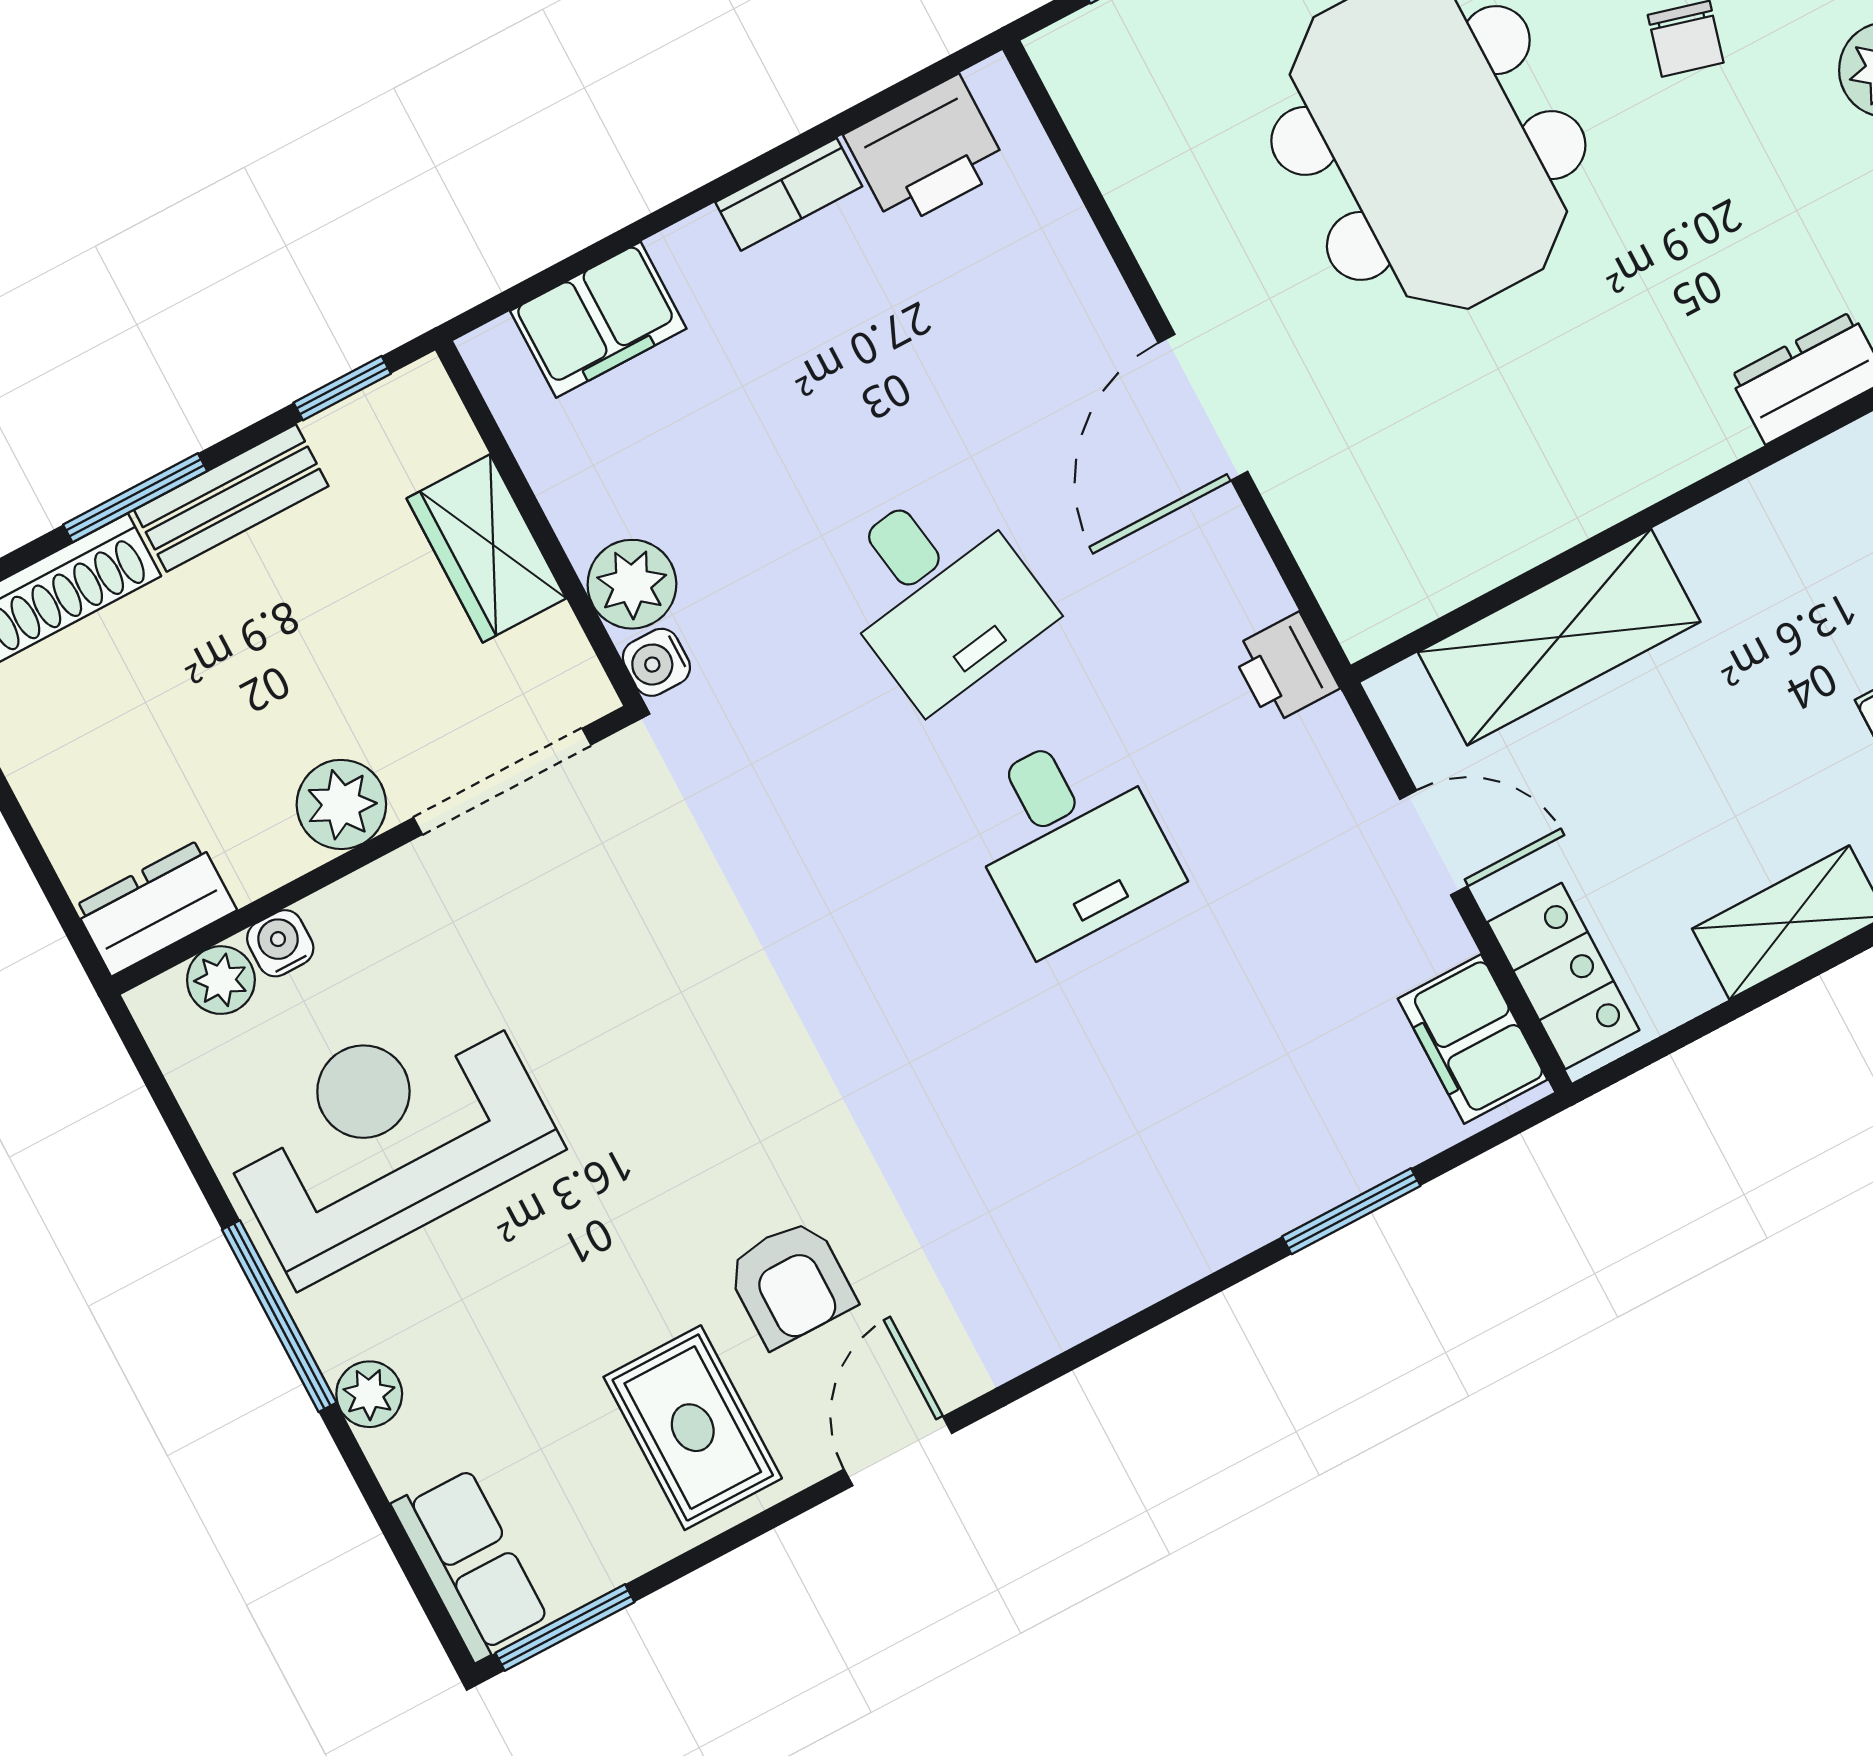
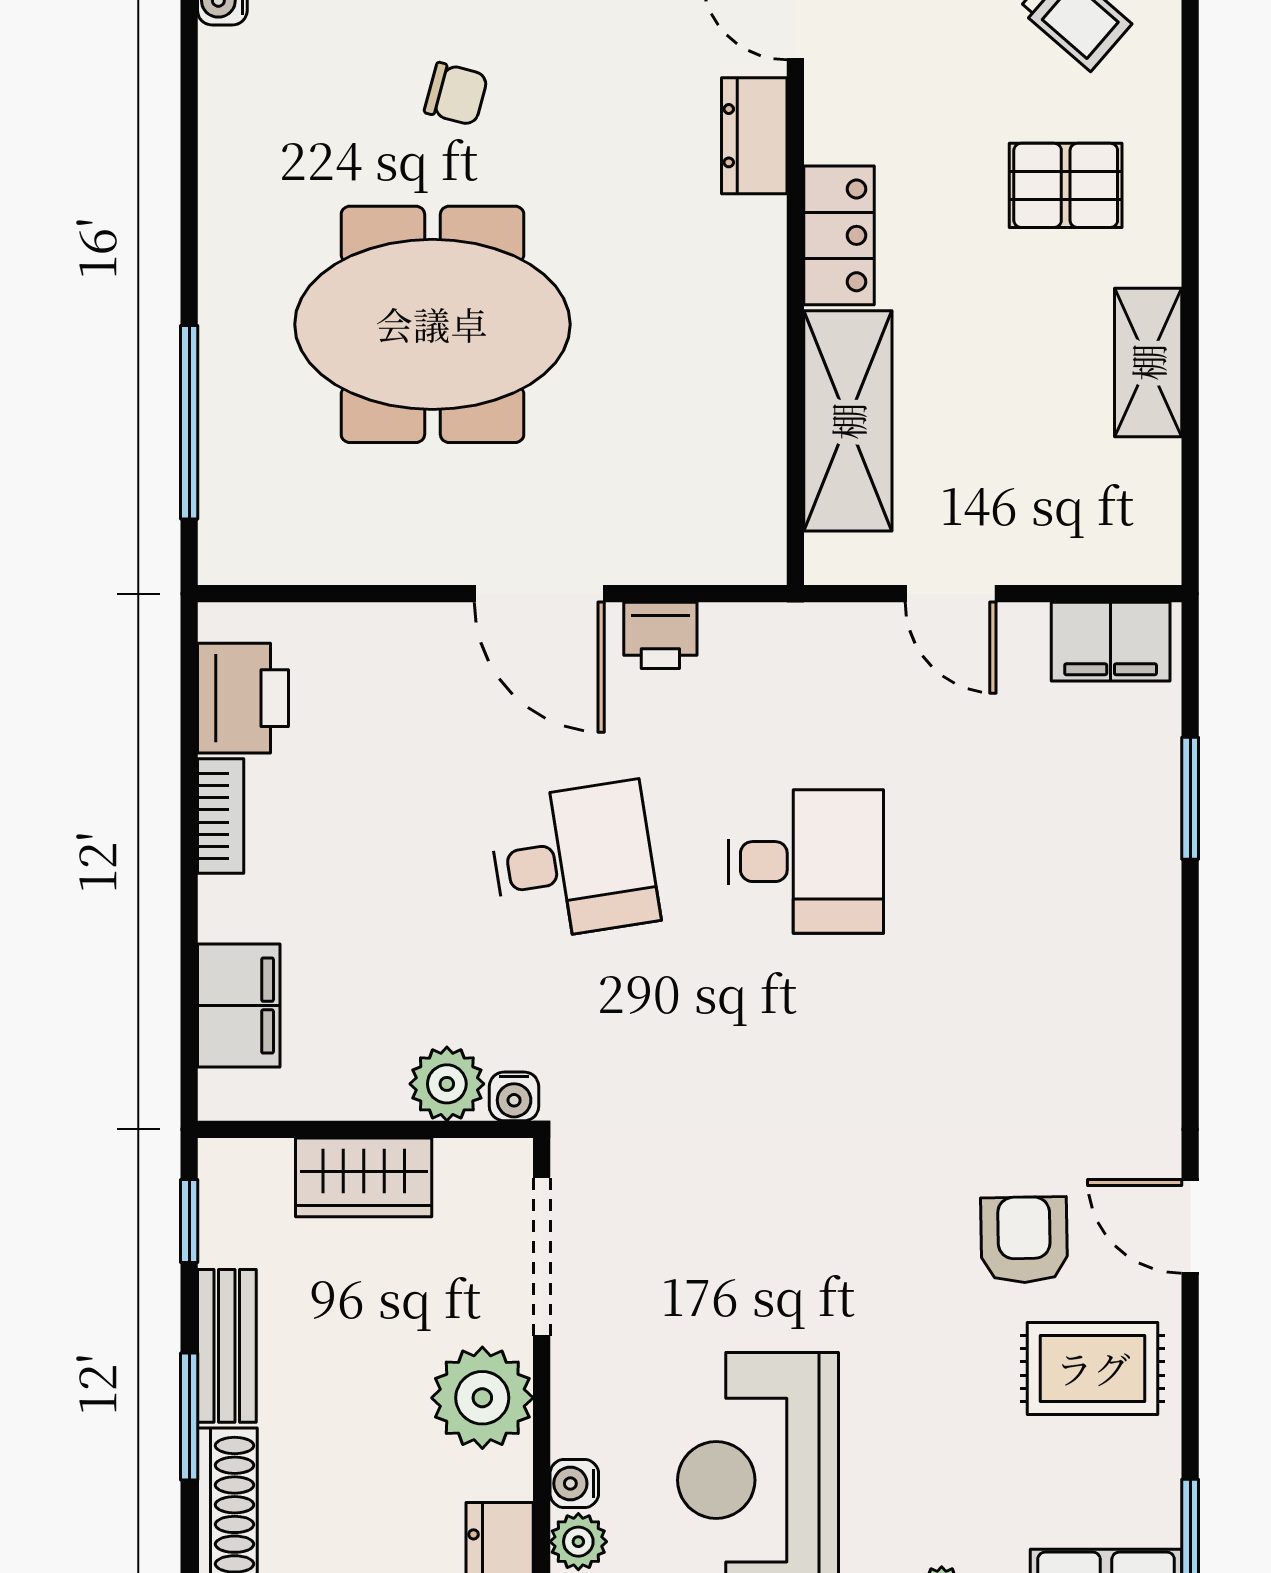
printer: (1285, 668) -> (660, 635), moved
plant: (341, 804) -> (482, 1398), width x1.36, depth x1.36
door: (1434, 843) -> (951, 594), swing flipped
locker: (1563, 976) -> (839, 235), moved, turned 90
armchair: (791, 1283) -> (1024, 1240), turned -91

